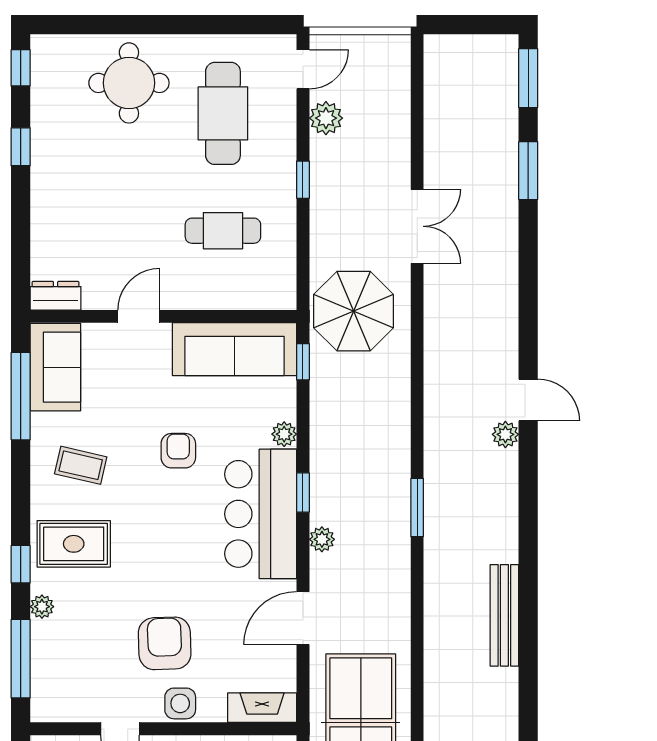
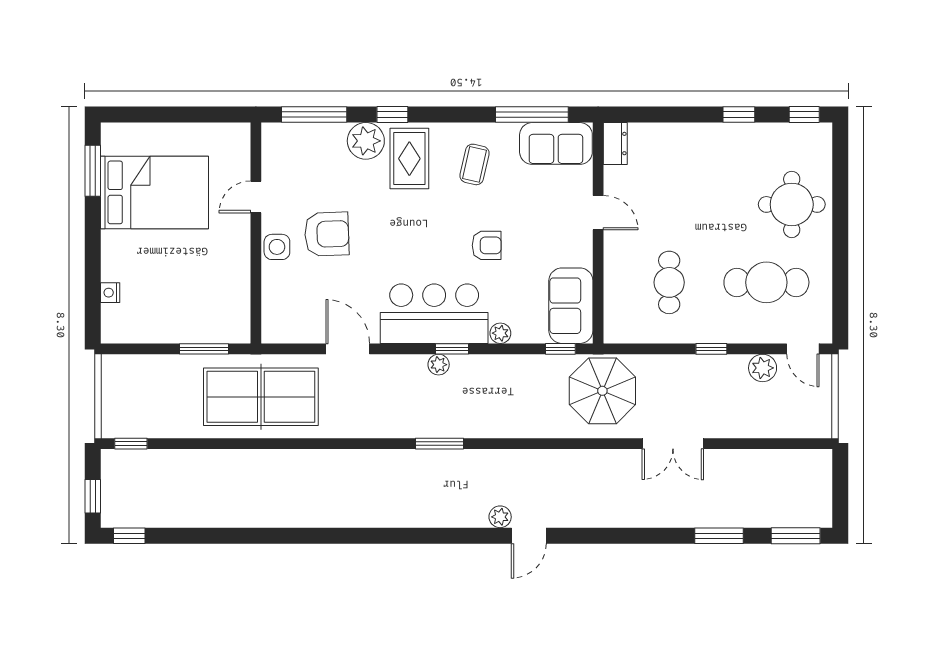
sofa: (234, 349) -> (571, 306), width x0.73
plant: (322, 539) -> (439, 365), moved
plant: (42, 607) -> (366, 141), width x1.88, depth x1.88
bench: (504, 615) -> (350, 516), removed
fireplace: (262, 708) -> (273, 315), removed

